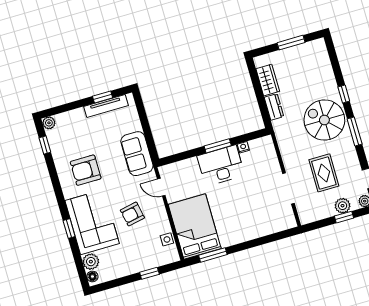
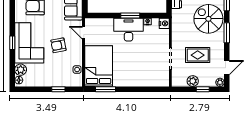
nightstand: (267, 143) -> (164, 23), added
rug: (324, 173) -> (198, 55), turned 90
plant: (343, 206) -> (193, 81), moved

